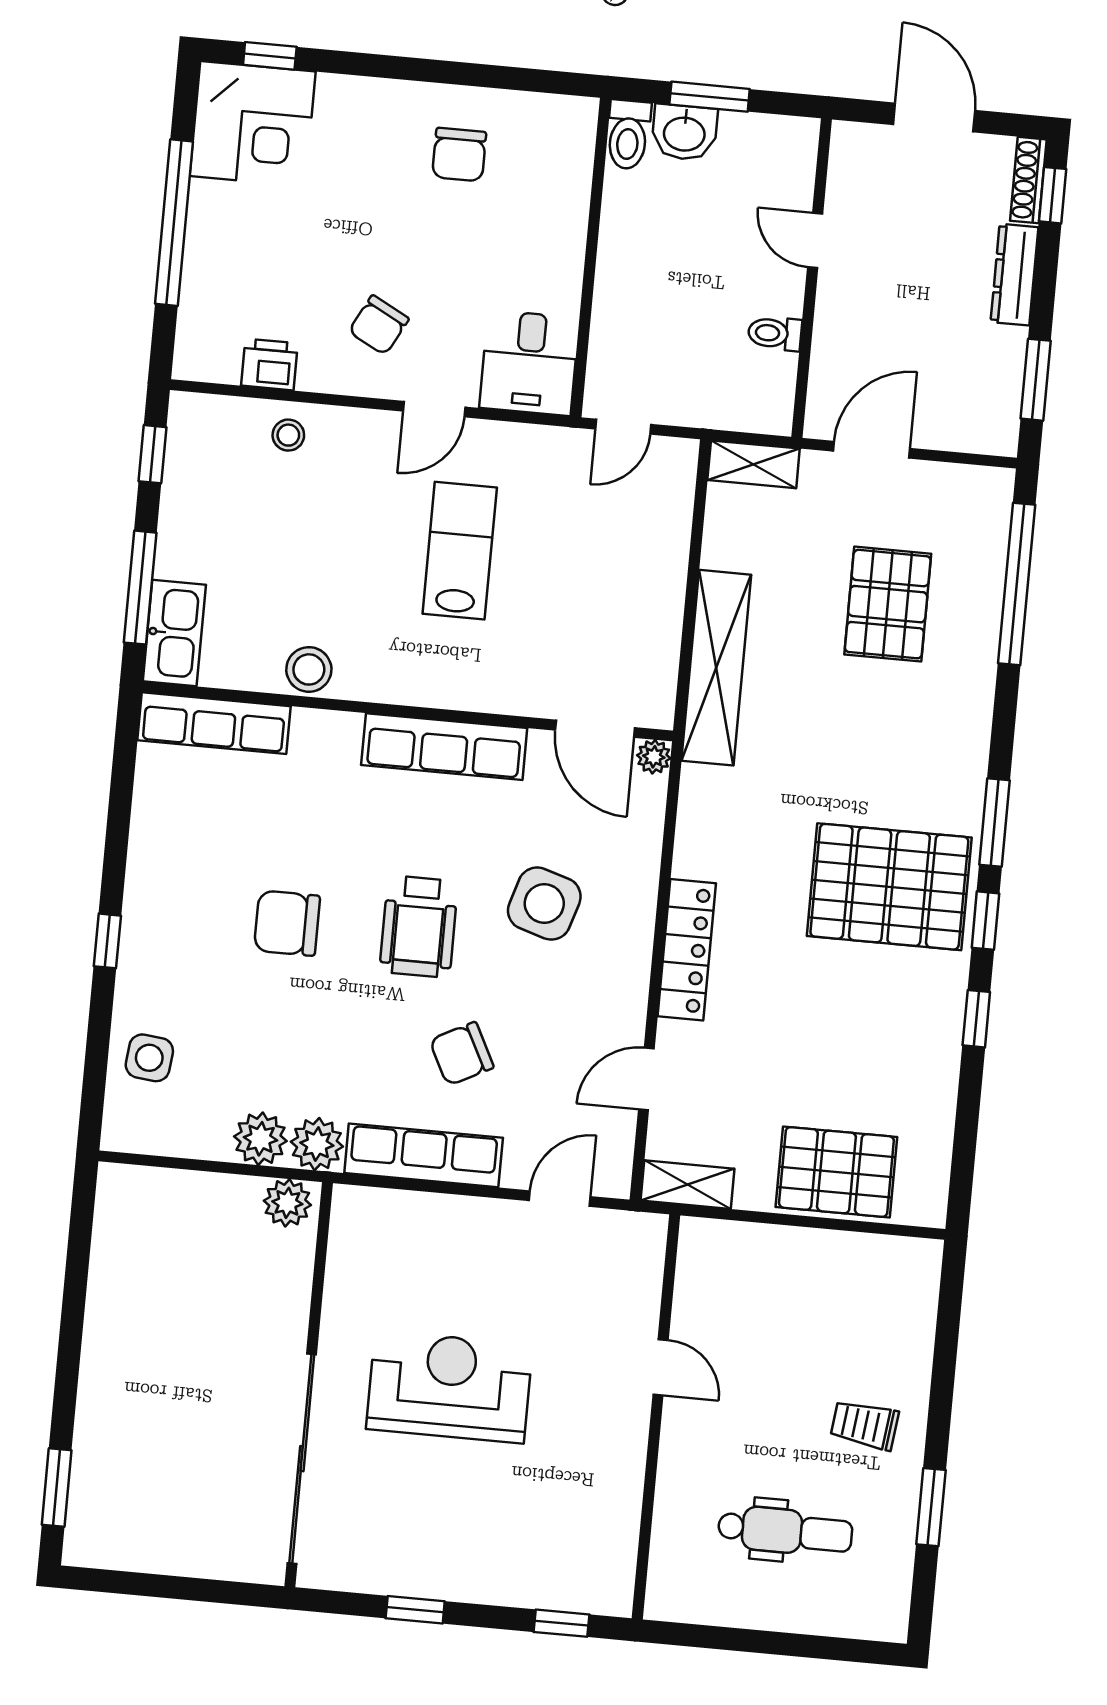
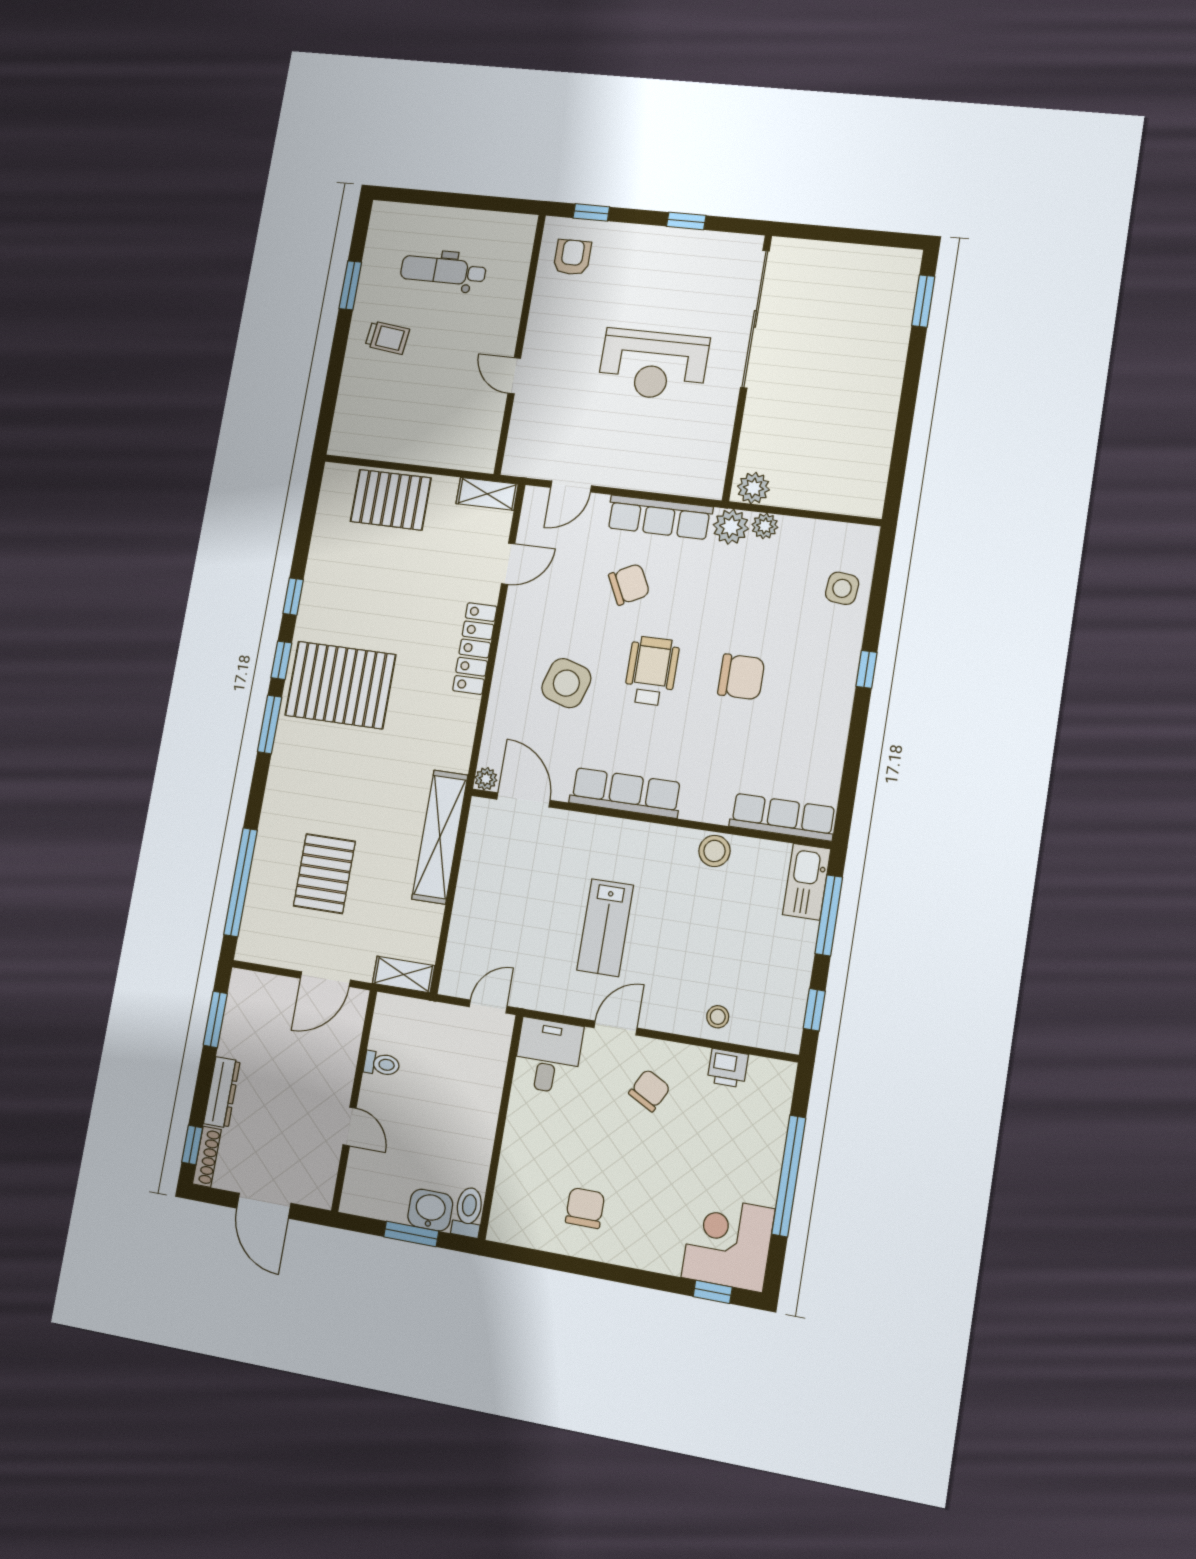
plant: (260, 1139) -> (765, 526), width x0.73, depth x0.73
armchair: (586, 1553) -> (572, 257), added

